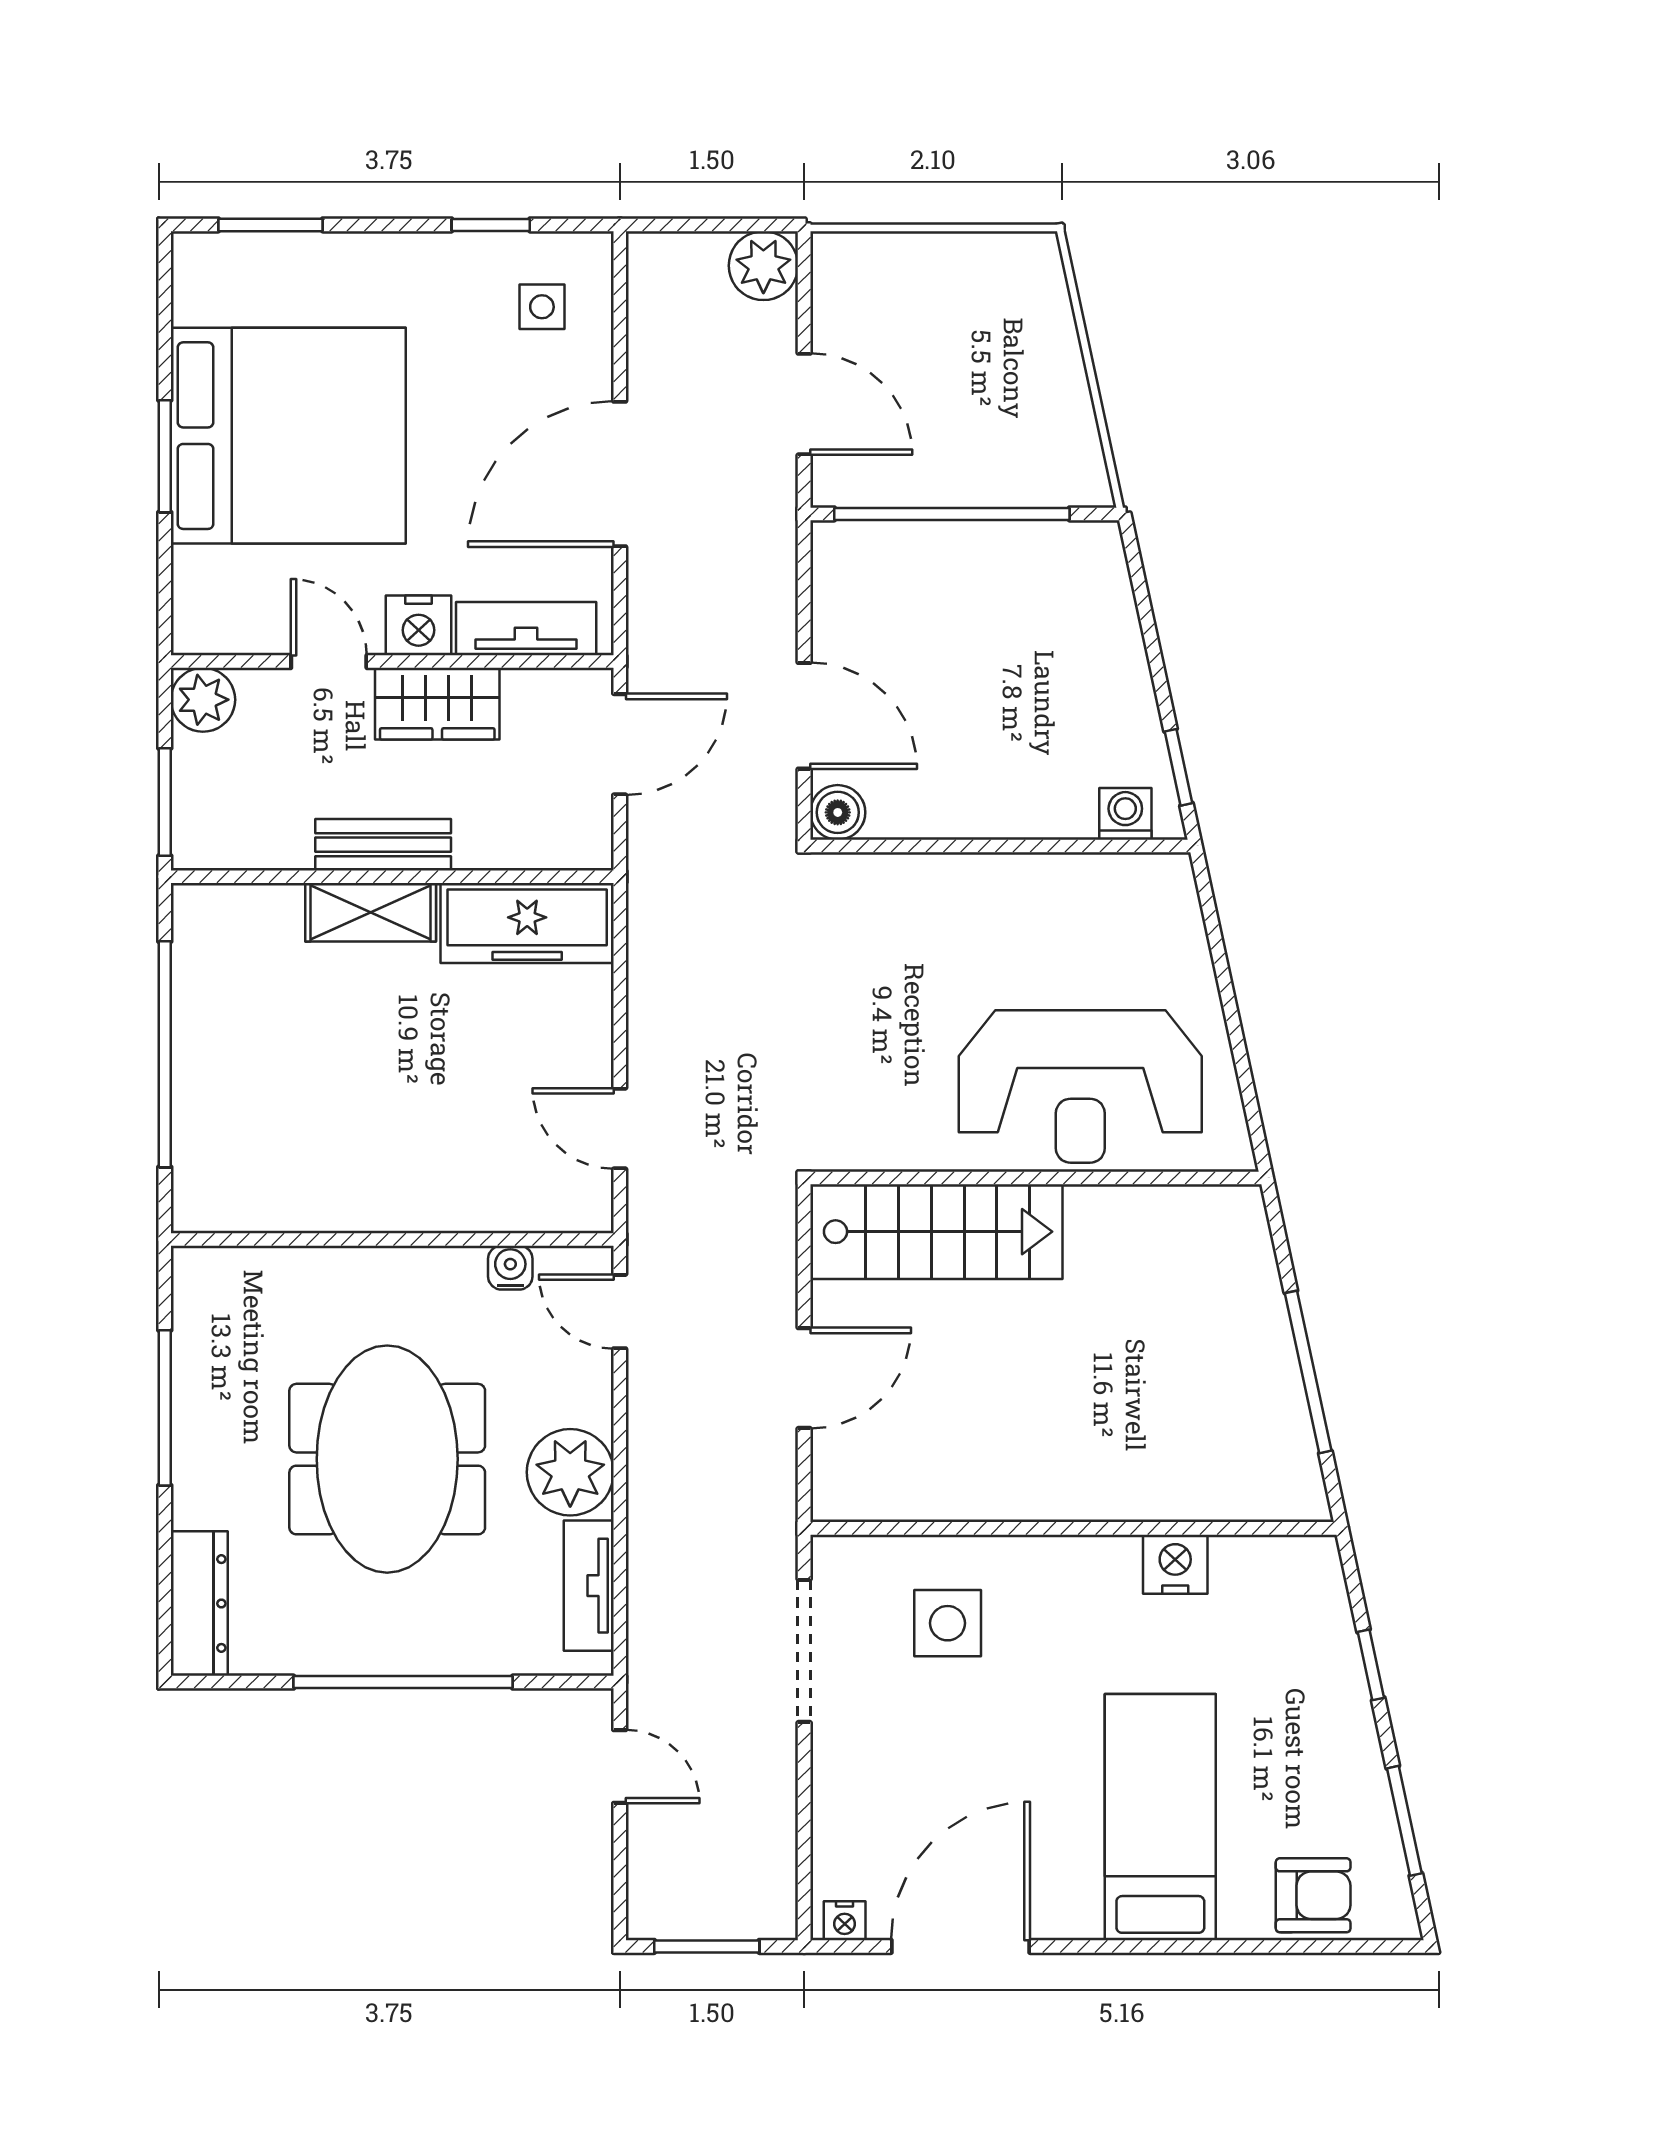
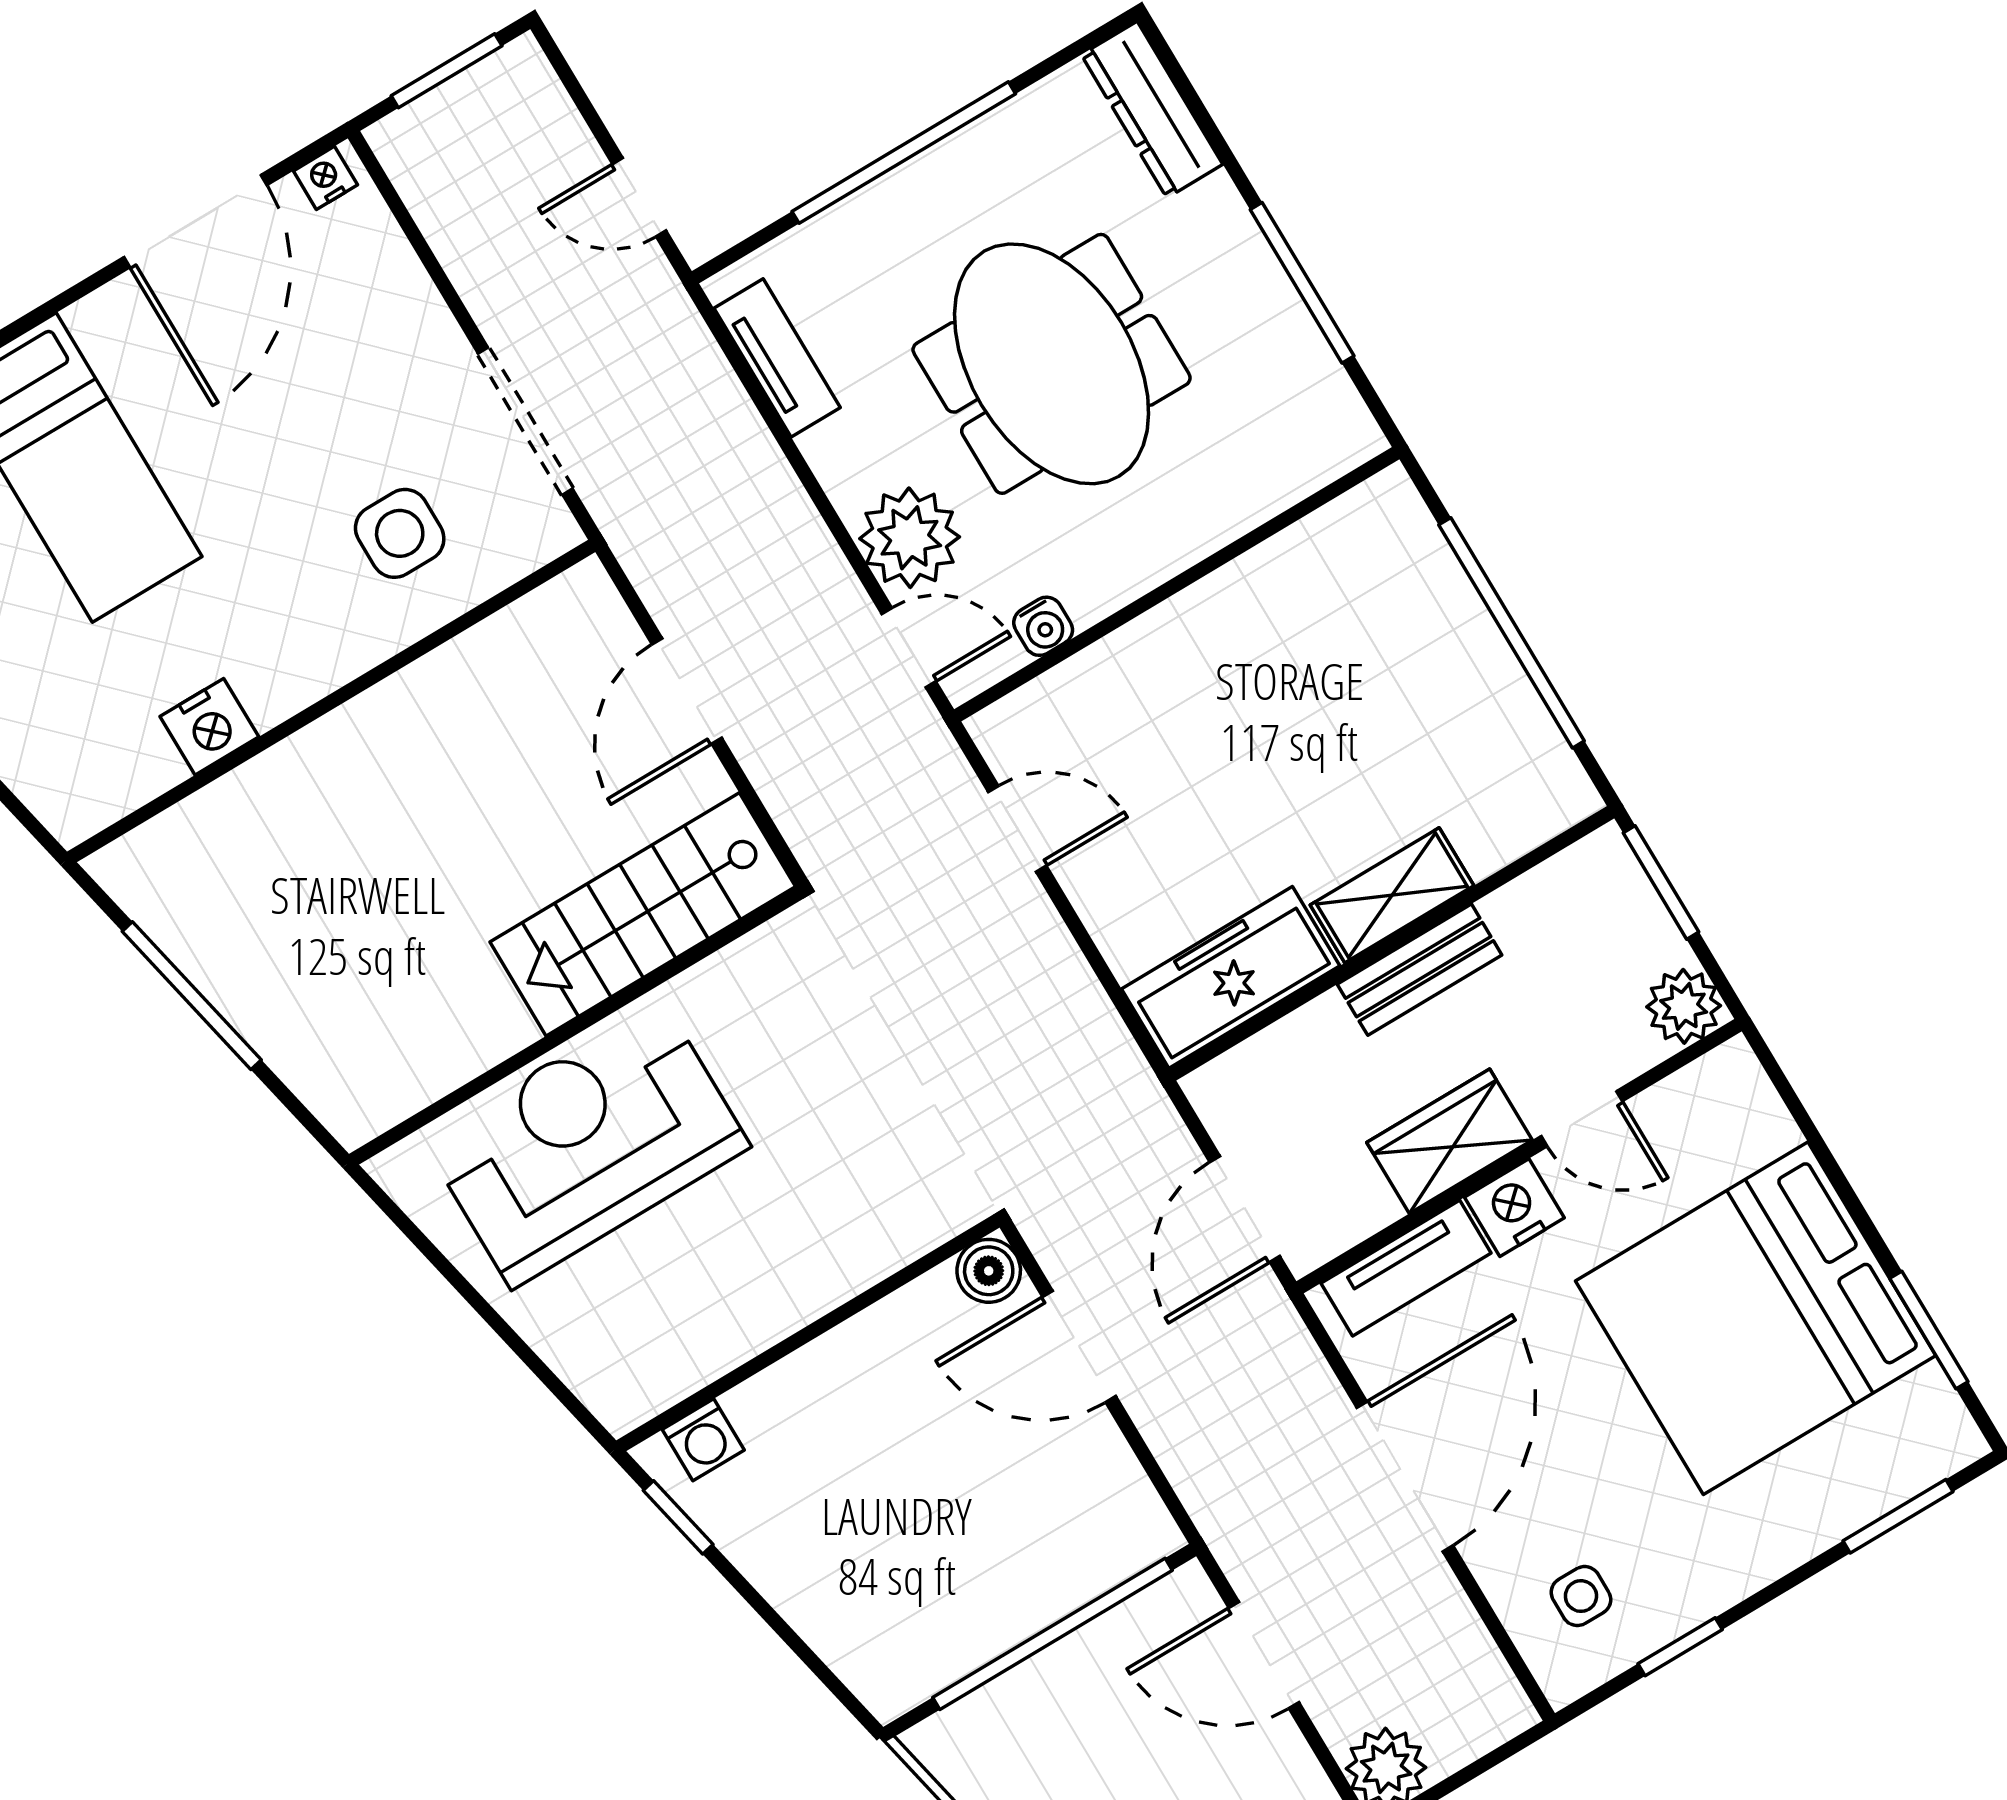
window: (165, 456) -> (1929, 1330), moved
plant: (570, 1472) -> (910, 538), moved

